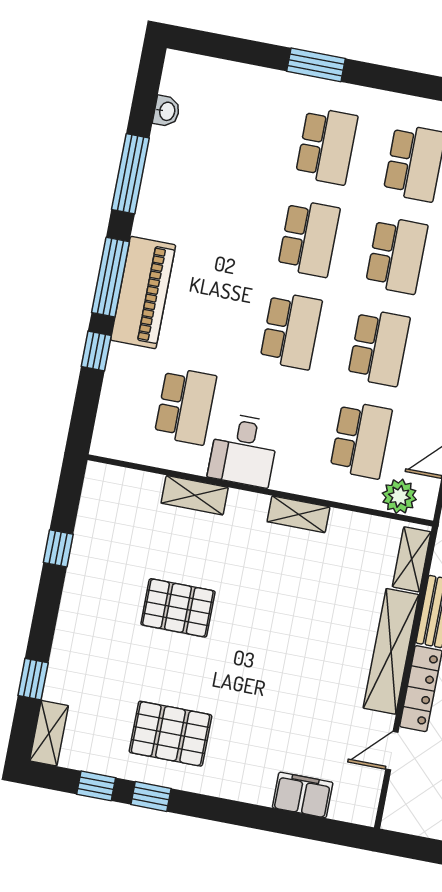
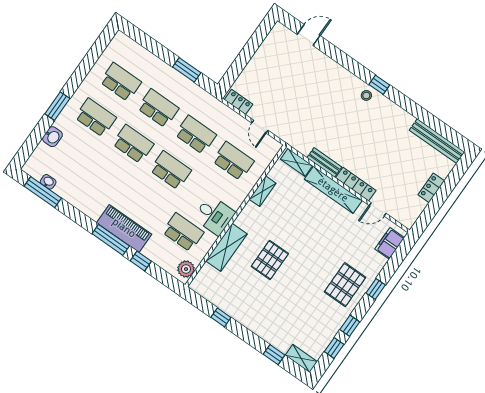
washbasin: (255, 81) -> (52, 137), added
window: (130, 174) -> (43, 192), moved
shelving: (195, 495) -> (226, 247), width x1.50, depth x1.33
plant: (399, 496) -> (186, 269), moved
shelving: (298, 514) -> (263, 191), moved
pallet: (178, 608) -> (270, 260), moved
pallet: (170, 734) -> (345, 285), moved
door: (392, 751) -> (378, 209), hinge flipped
filing cabinet: (303, 795) -> (390, 243), moved
window: (241, 814) -> (376, 289), added

